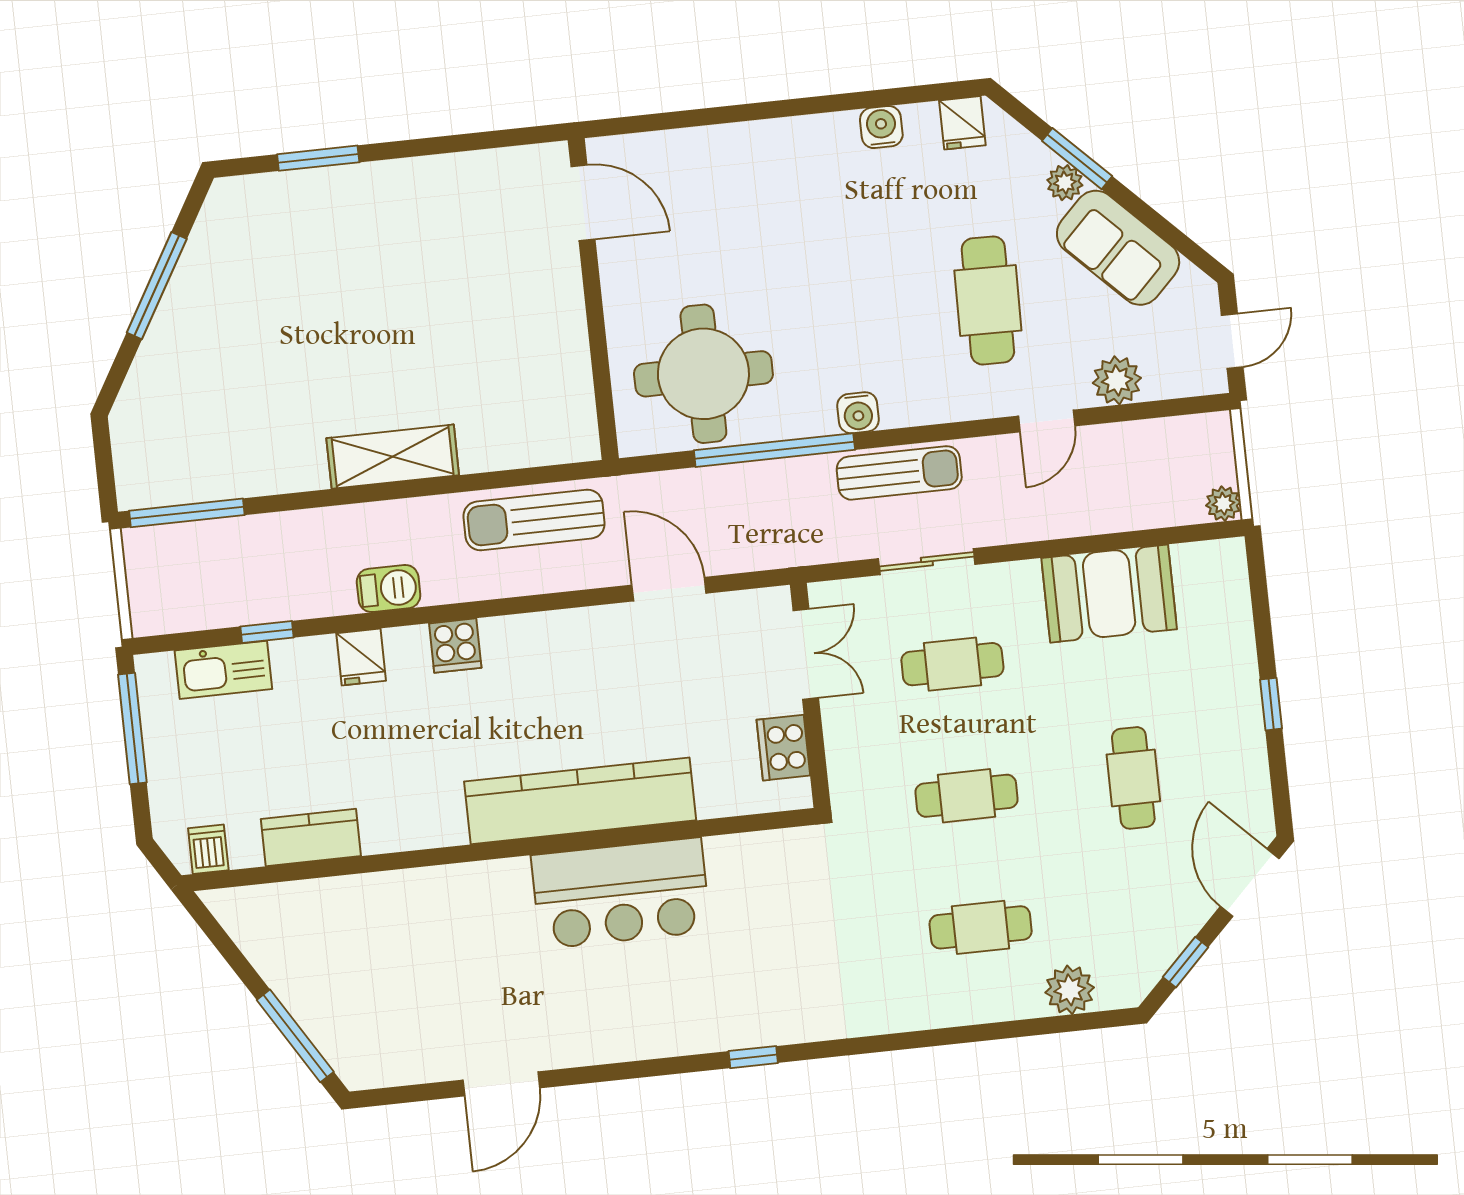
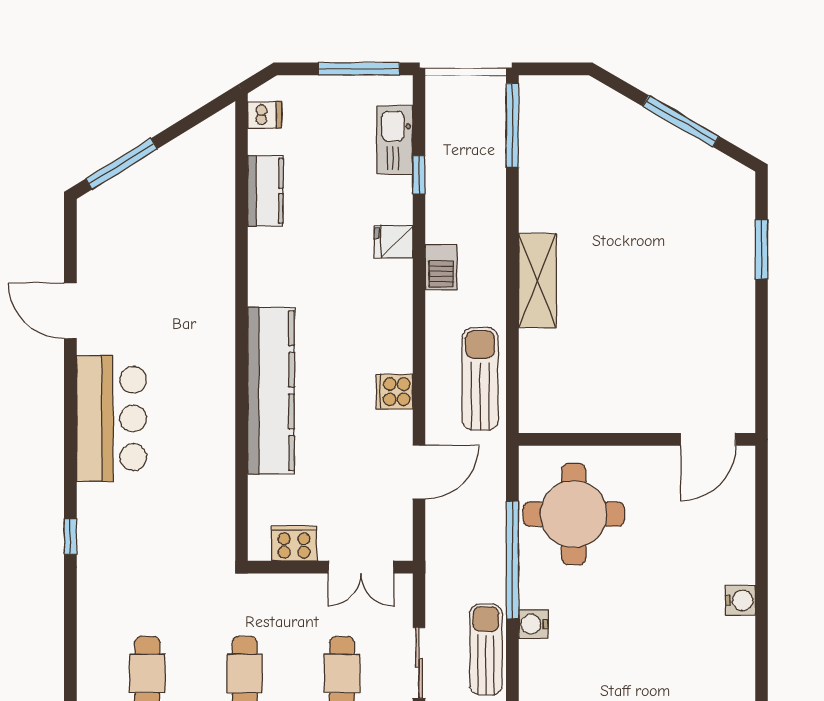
water cooler: (881, 127) -> (740, 600), moved
sun lounger: (899, 473) -> (486, 649), turned 180
cooker: (455, 646) -> (394, 392), moved
bar counter: (621, 893) -> (111, 418), moved, turned 180
window: (753, 1057) -> (70, 536), moved

